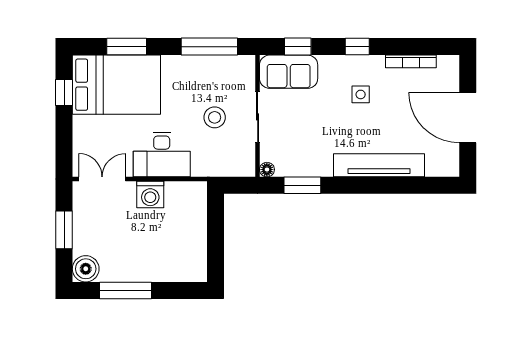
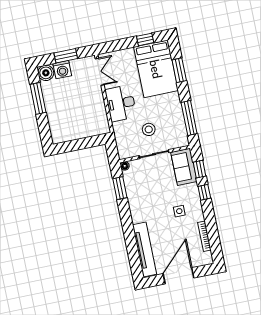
window: (357, 47) -> (204, 192), moved
tv unit: (379, 165) -> (144, 250), moved
washing machine: (150, 195) -> (62, 70), moved, turned -90

